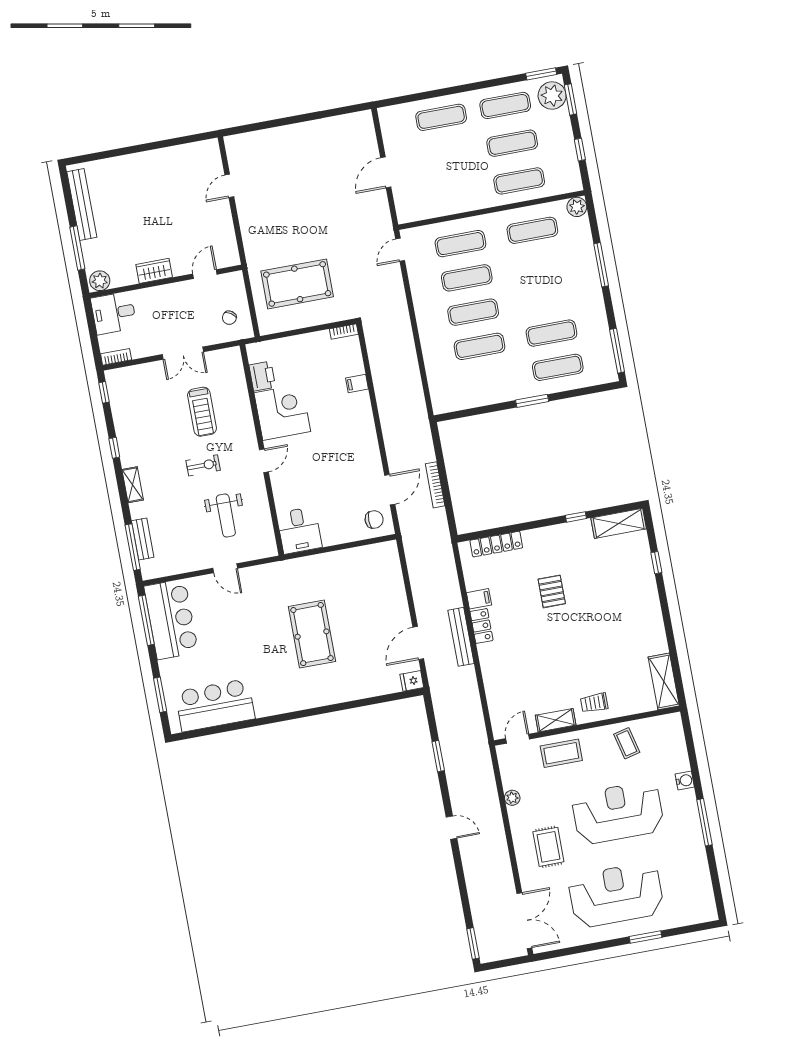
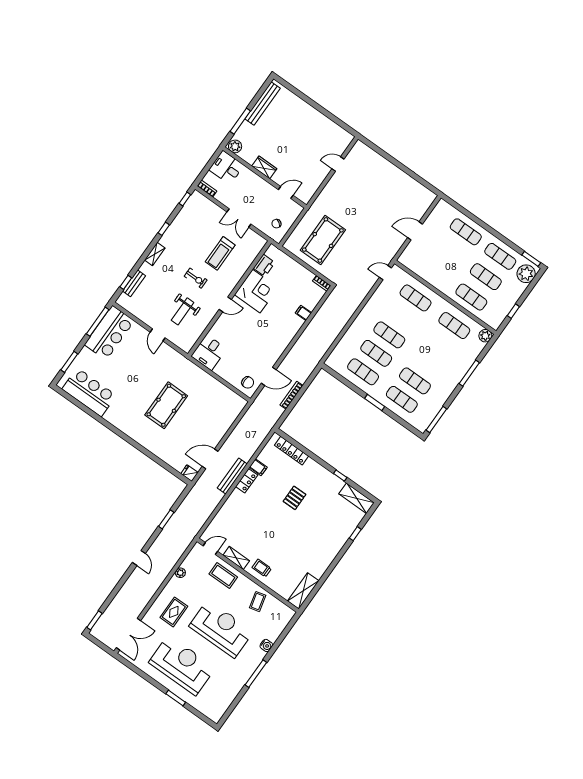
window: (570, 99) -> (533, 284), removed
exercise mat: (467, 278) -> (363, 372), moved
pool table: (297, 284) -> (323, 240), turned 90
window: (133, 547) -> (126, 282), width x0.46

